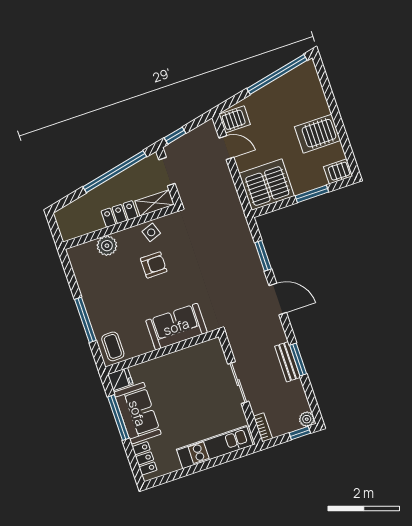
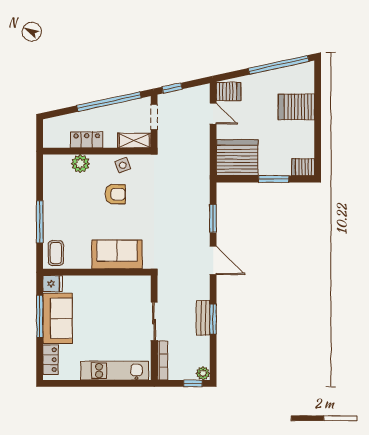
server rack: (318, 134) -> (296, 107), moved
locker: (119, 214) -> (87, 140), moved
bookcase: (263, 427) -> (162, 361), width x1.56

